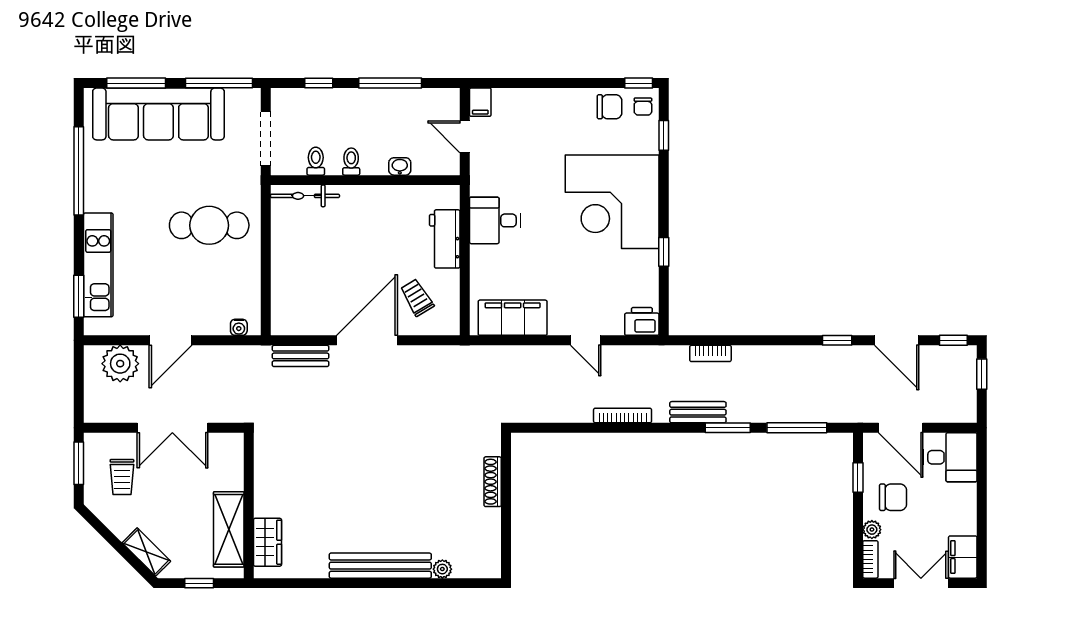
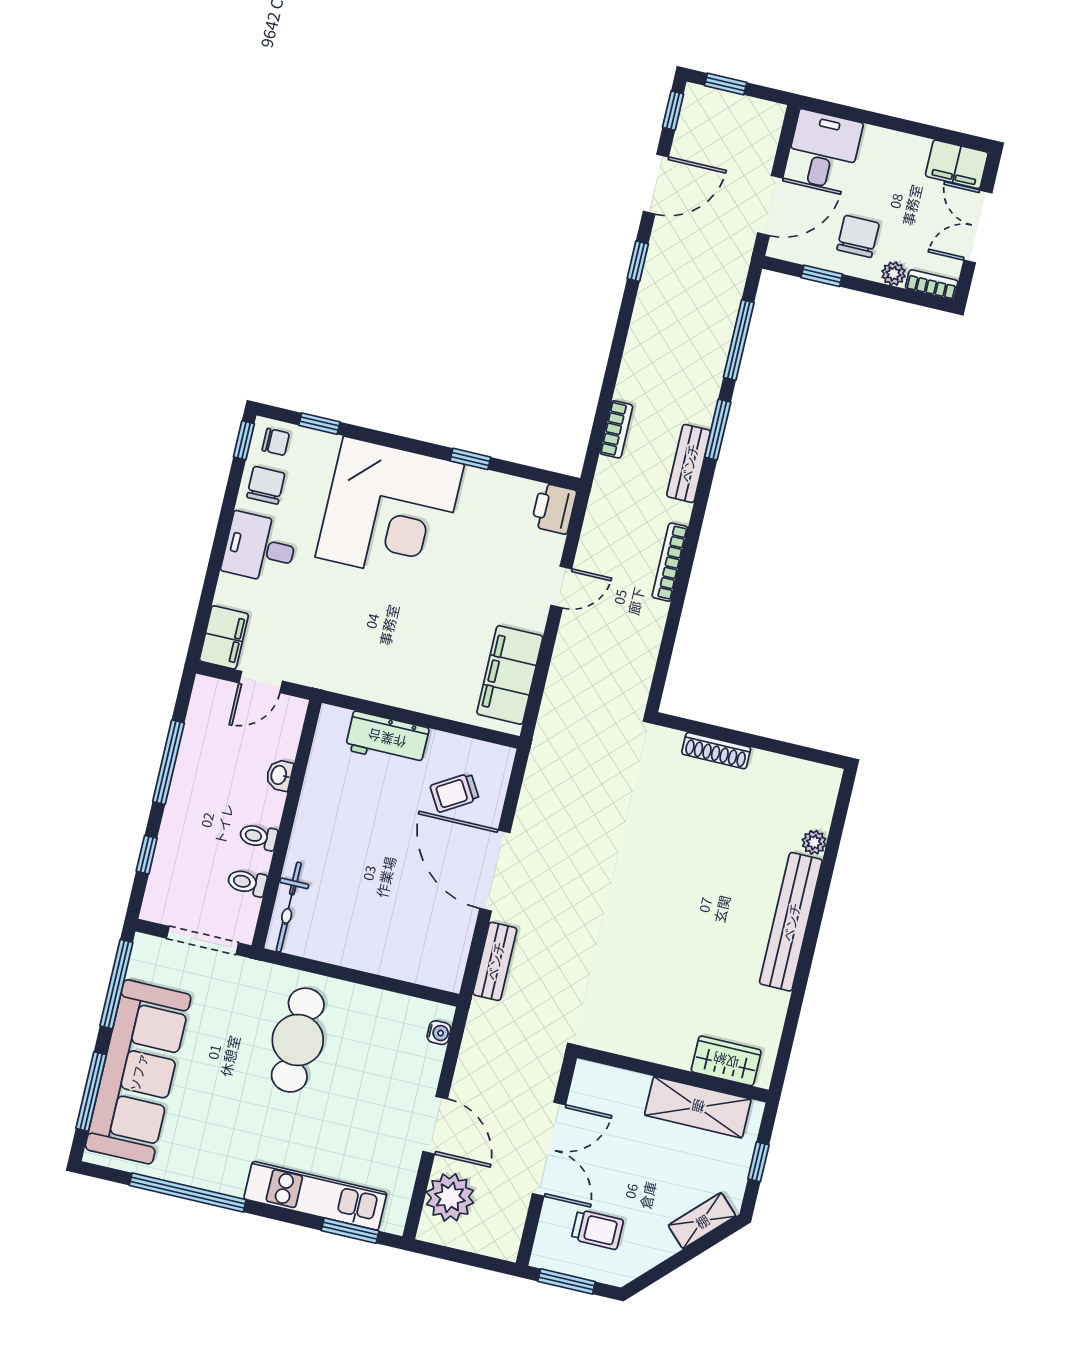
filing cabinet: (480, 102) -> (224, 637), width x2.00
desk: (495, 220) -> (260, 548), moved, turned 90

